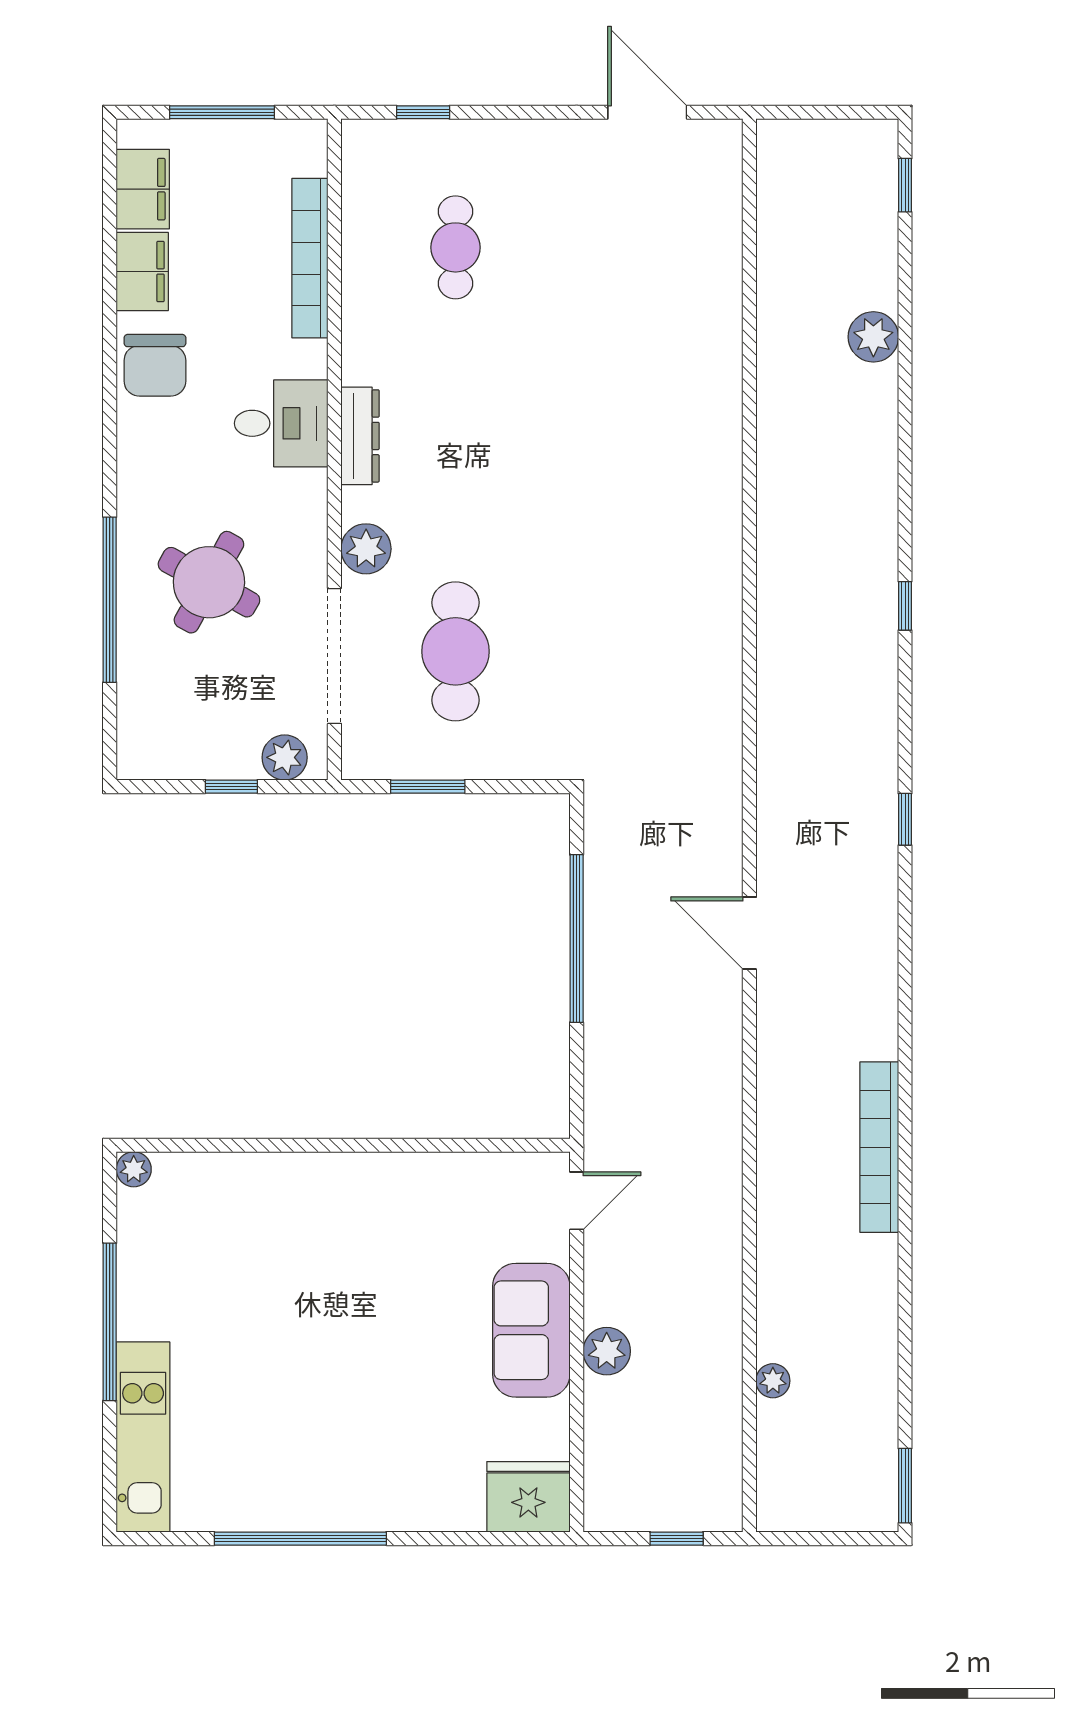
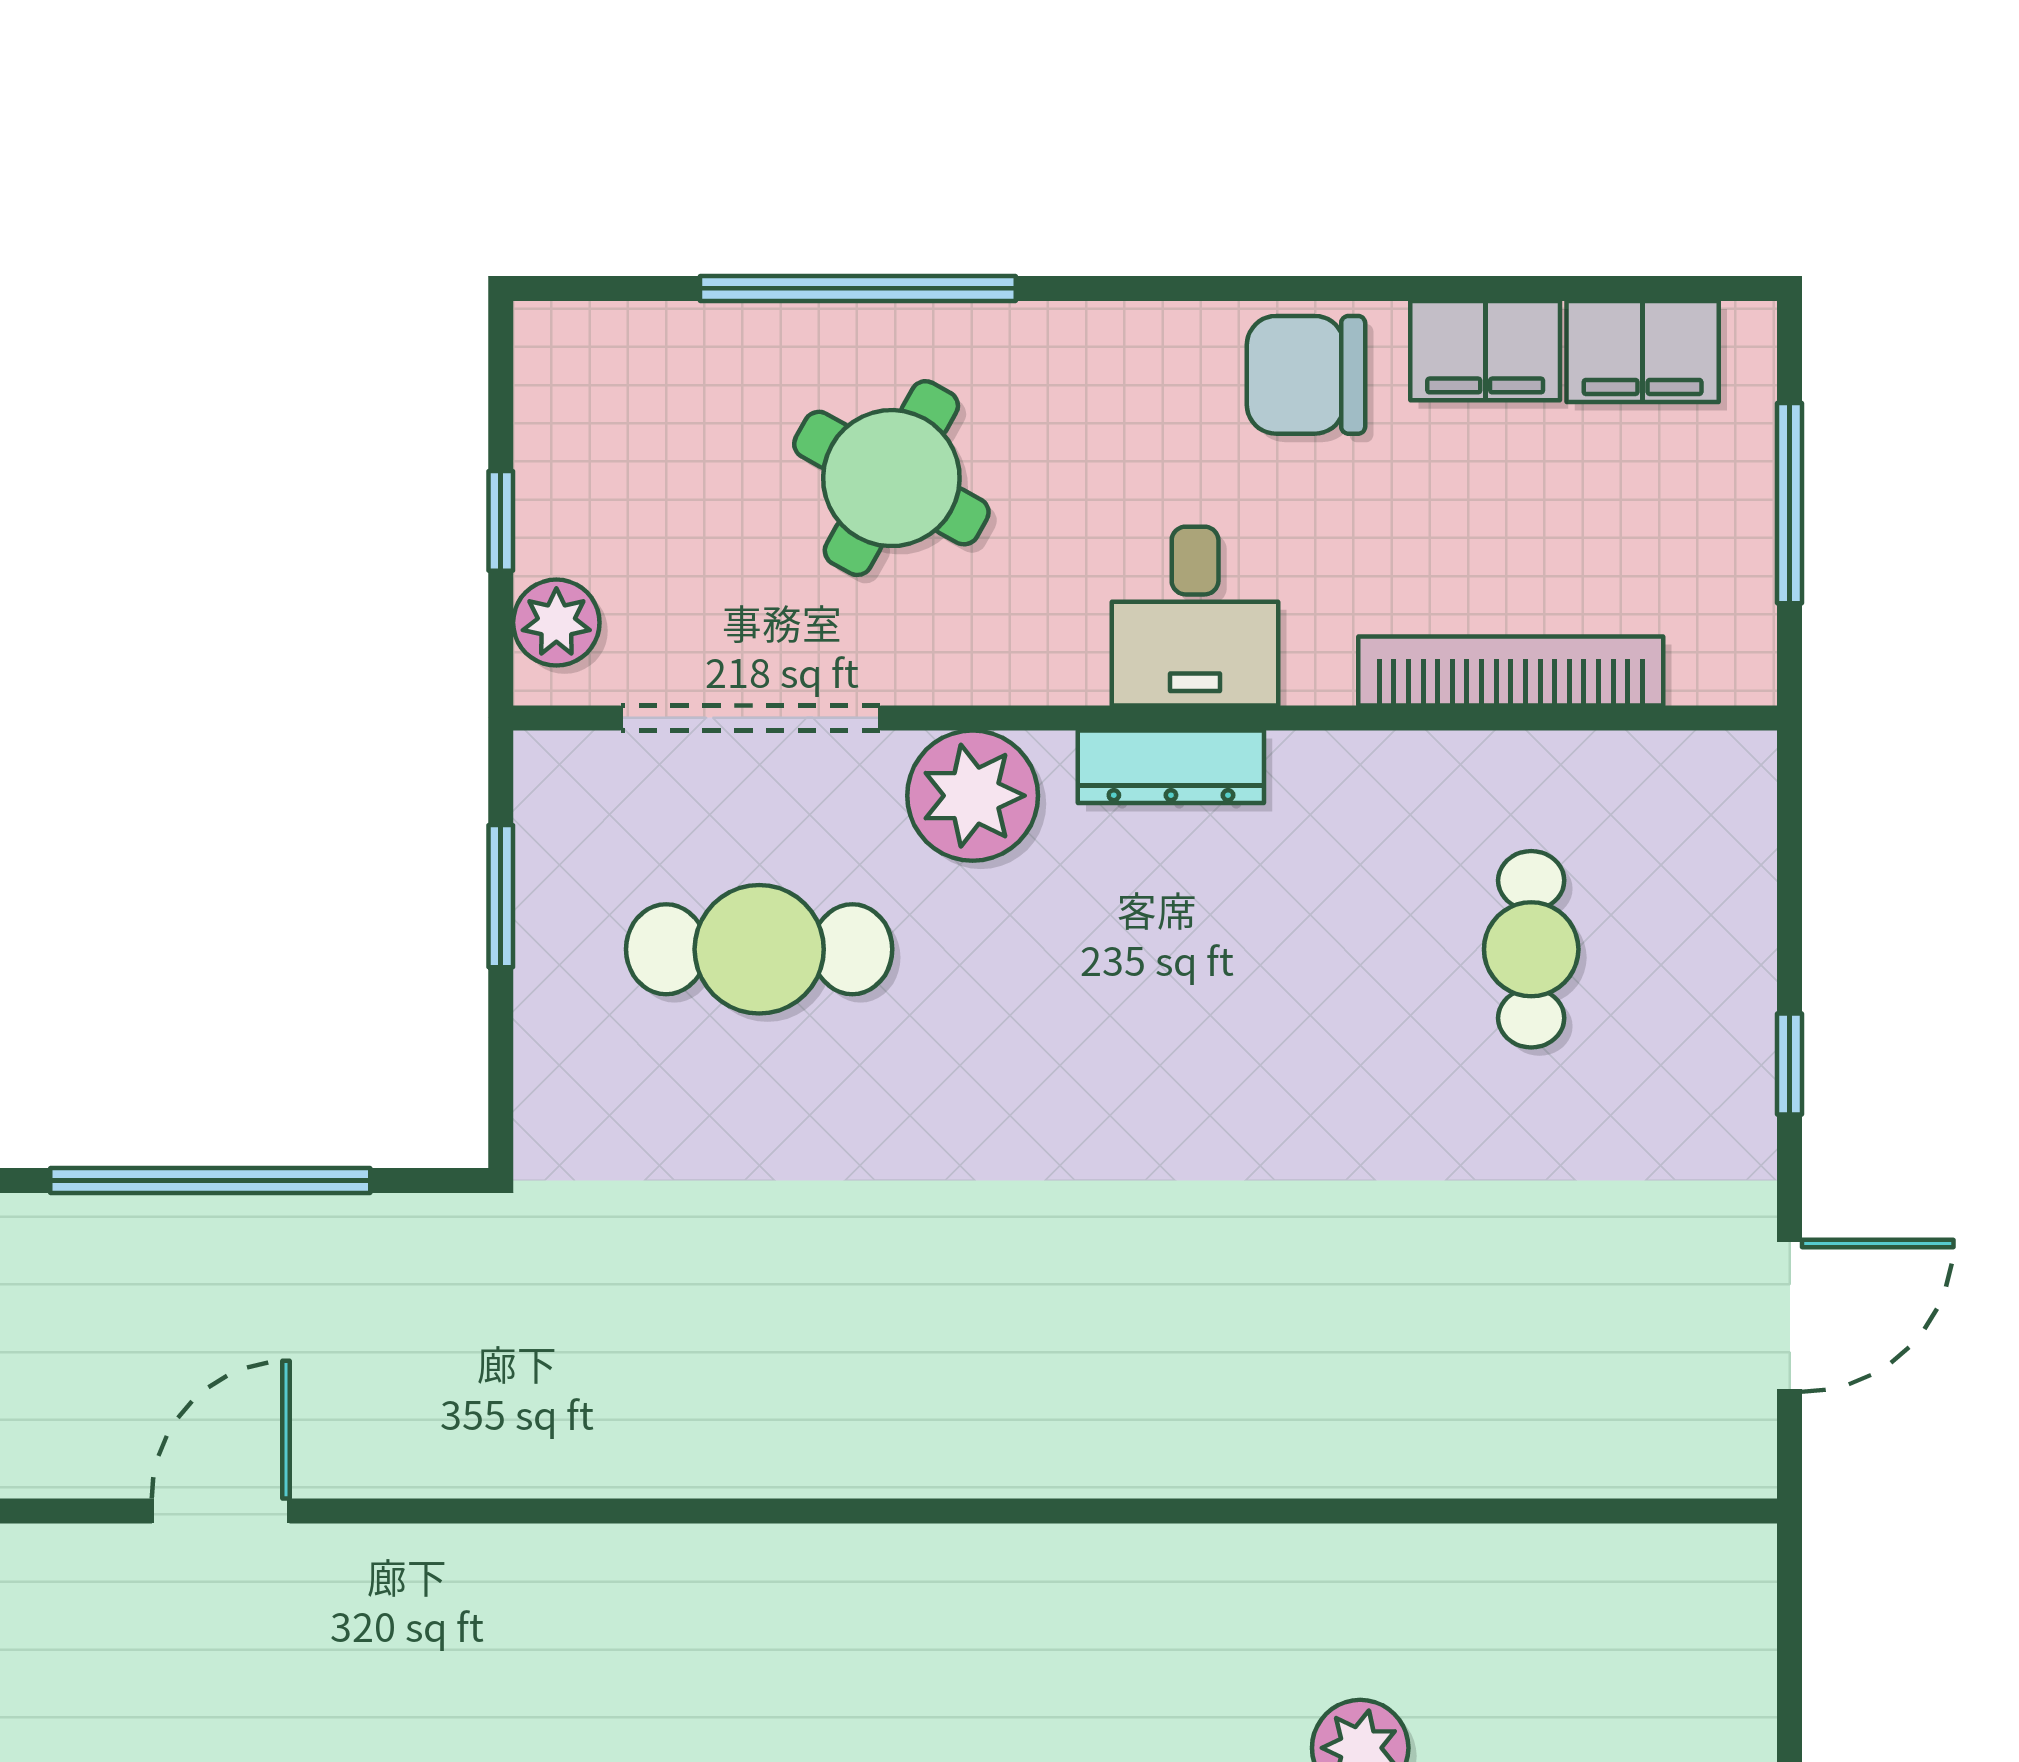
window: (423, 112) -> (1790, 1064), moved
cafe table: (456, 247) -> (1531, 949), turned 90
plant: (366, 549) -> (973, 796), width x1.36, depth x1.36

